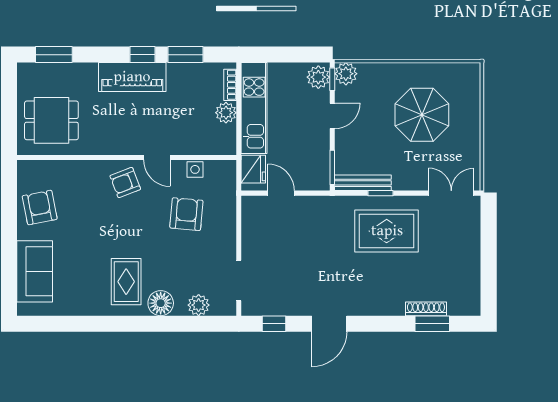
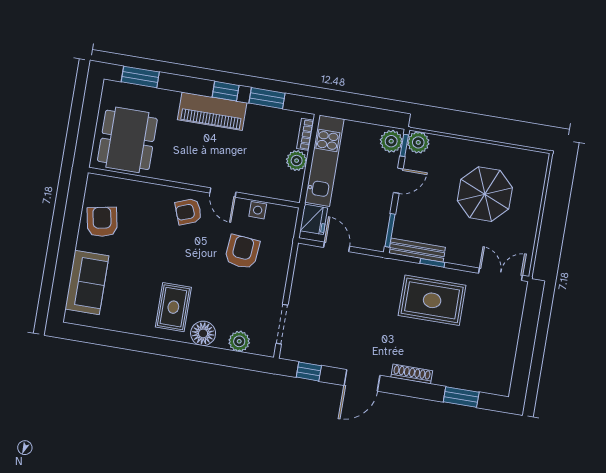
dining table: (51, 120) -> (127, 140), width x1.38
shoe rack: (426, 309) -> (412, 374), moved

